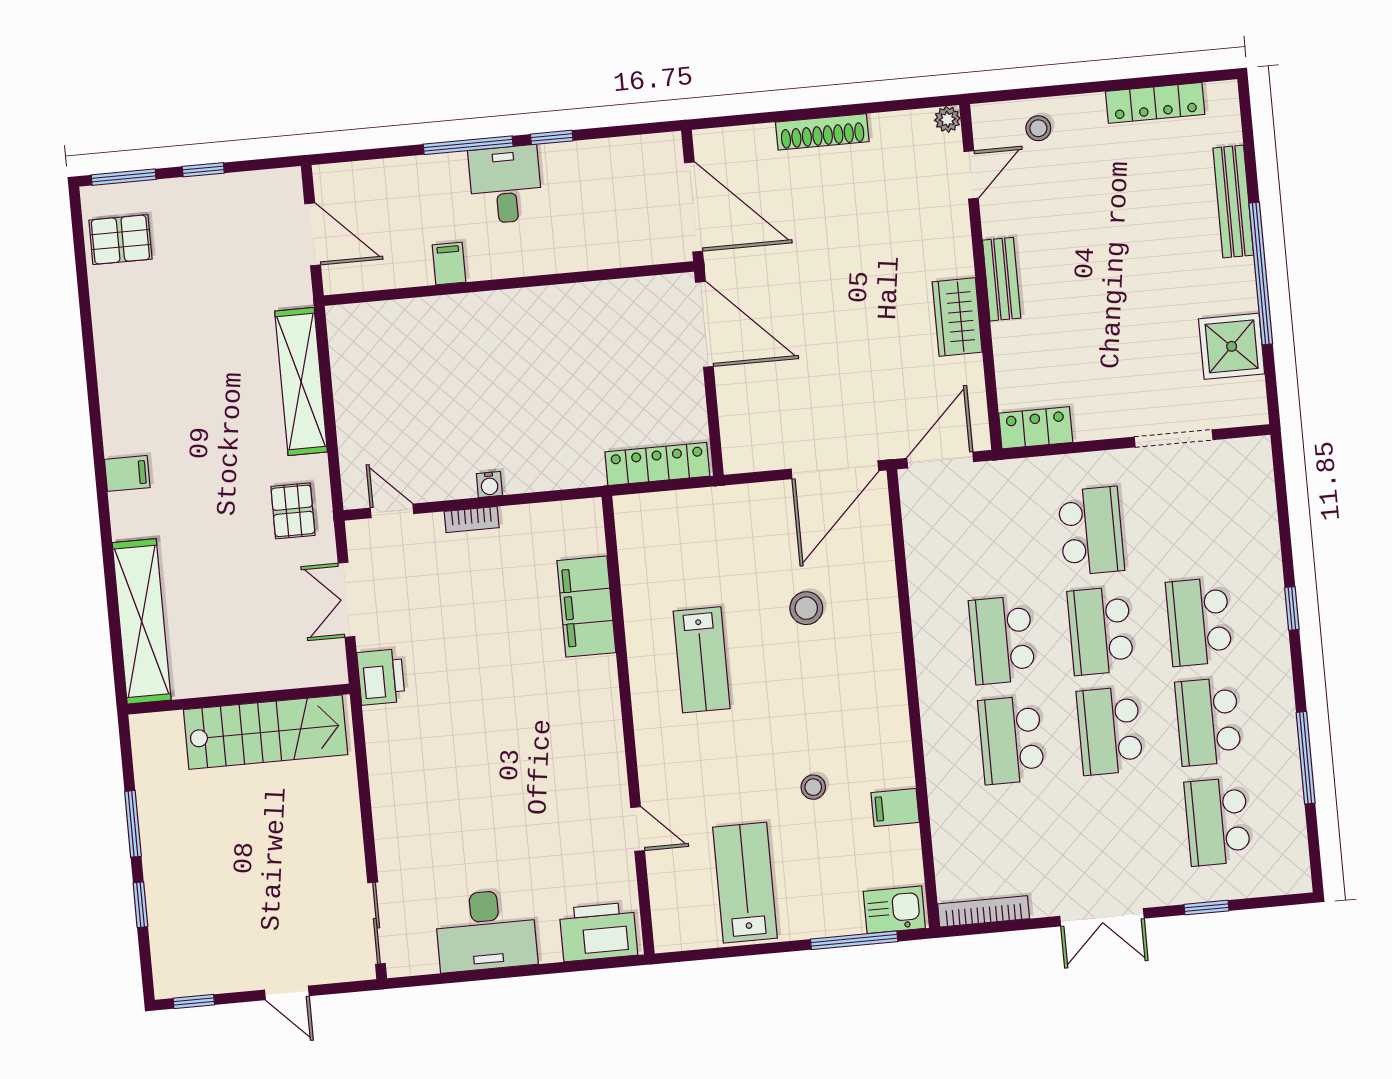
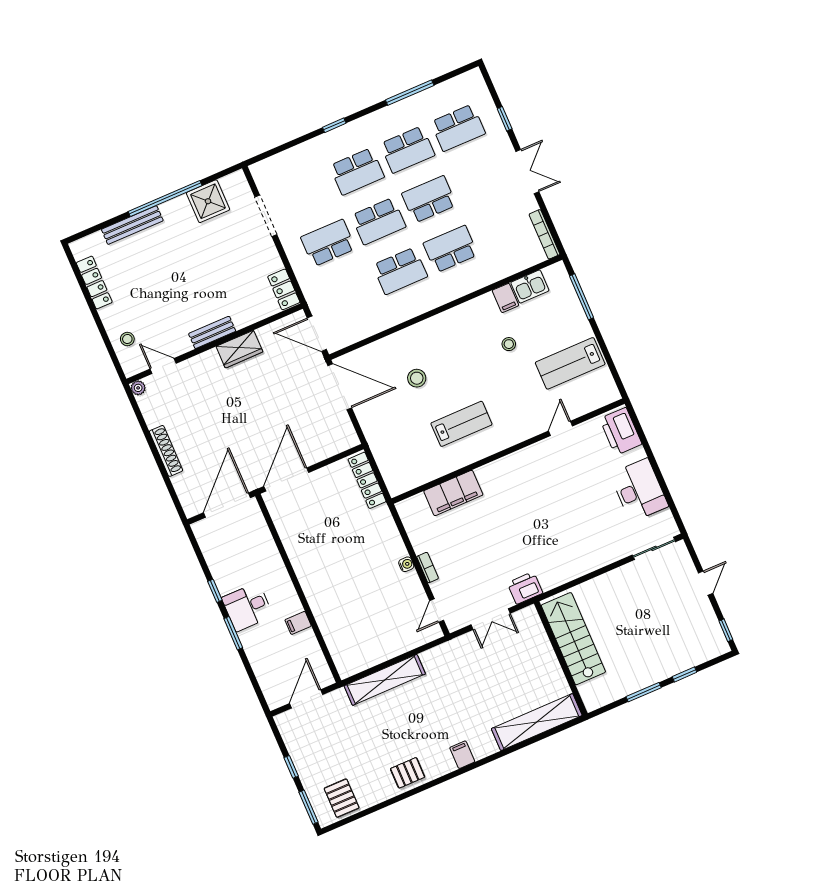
window: (468, 145) -> (233, 633), width x0.69
pallet: (293, 511) -> (408, 773), moved
school desk: (1110, 731) -> (429, 199), turned 180
school desk: (1011, 740) -> (451, 249), turned 180
kitchen sink: (894, 910) -> (530, 287), moved, turned -90

